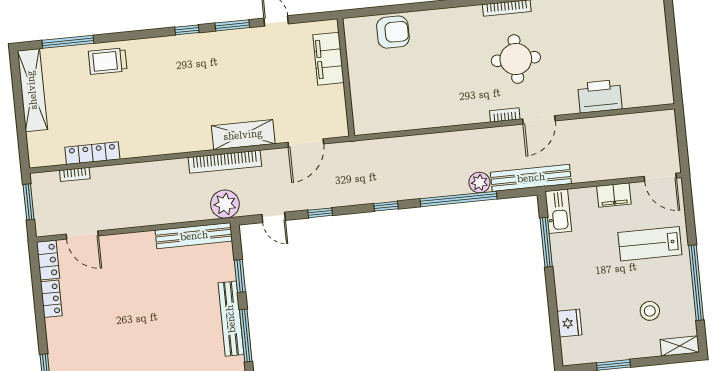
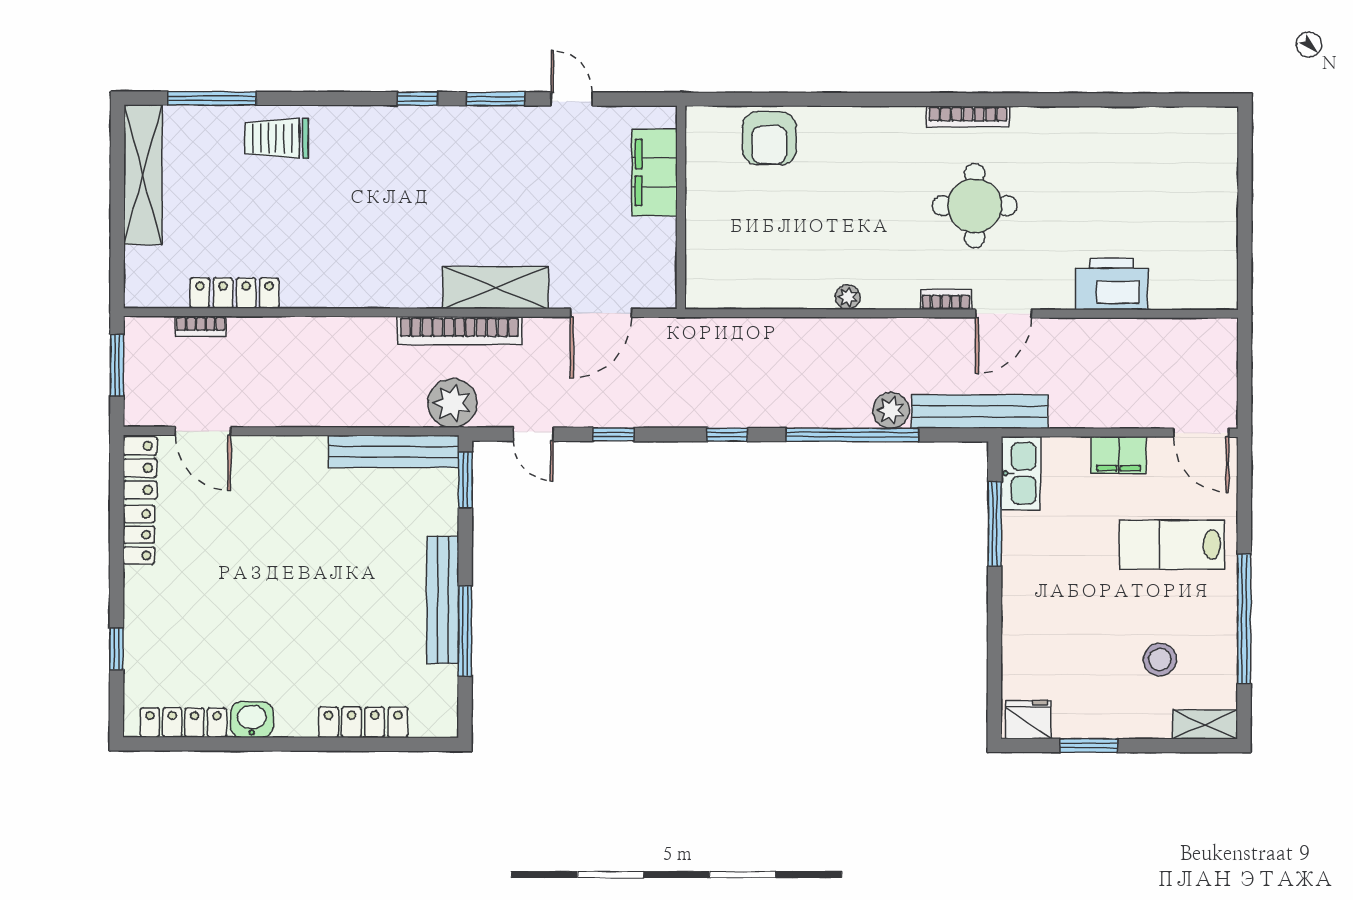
armchair: (393, 32) -> (769, 138), turned 90
plant: (448, 119) -> (848, 297), added
window: (240, 276) -> (465, 480), moved
fridge: (569, 323) -> (1028, 719), moved, turned -90

